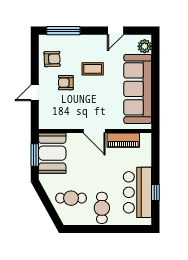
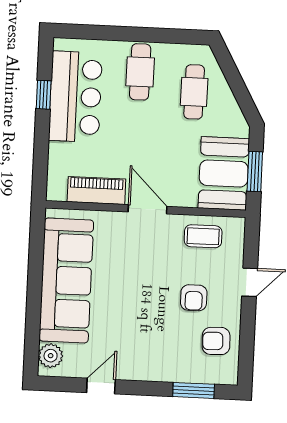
window: (63, 31) -> (194, 390), width x0.69
coffee table: (93, 69) -> (203, 236), moved
armchair: (66, 83) -> (194, 298), turned 90
cafe table: (71, 198) -> (194, 92), turned 90

